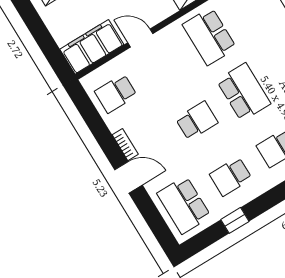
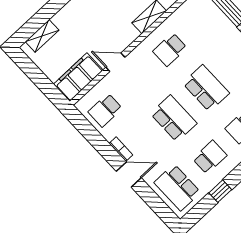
school desk: (209, 36) -> (170, 50), width x0.54
school desk: (197, 121) -> (174, 118), width x1.85
school desk: (231, 176) -> (210, 157), turned 180

